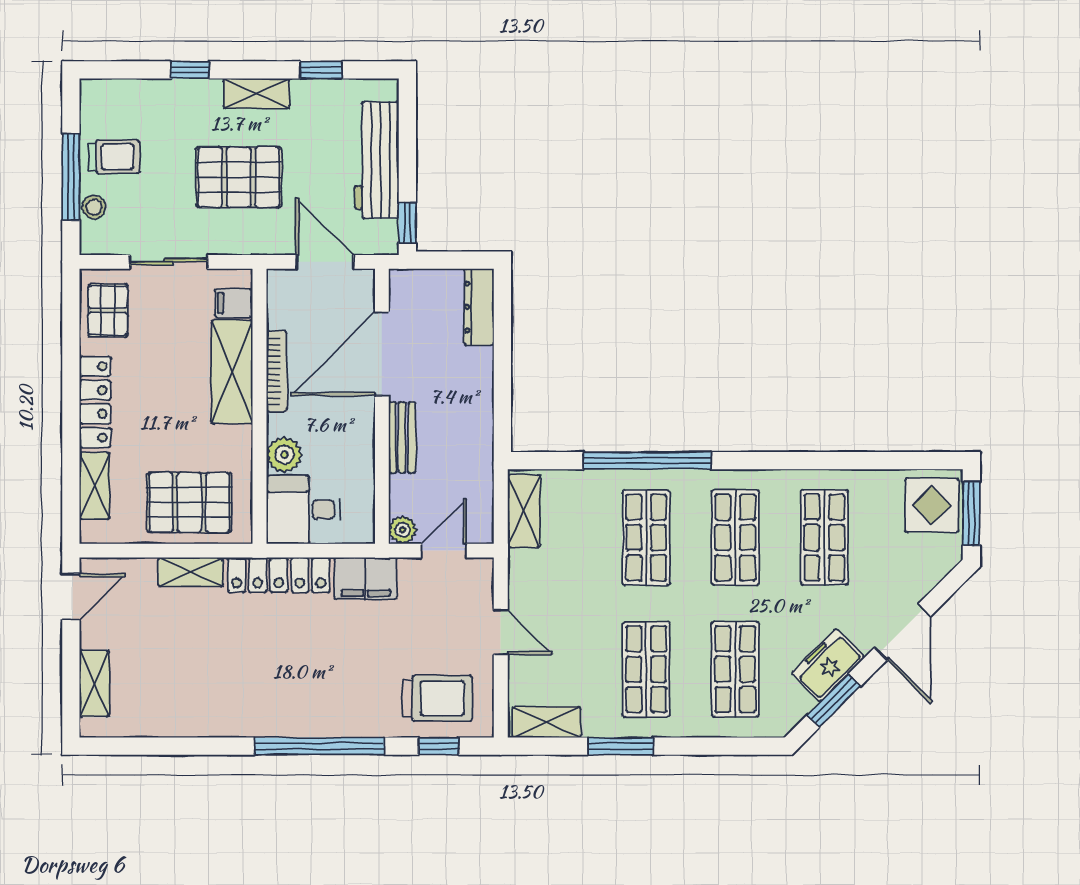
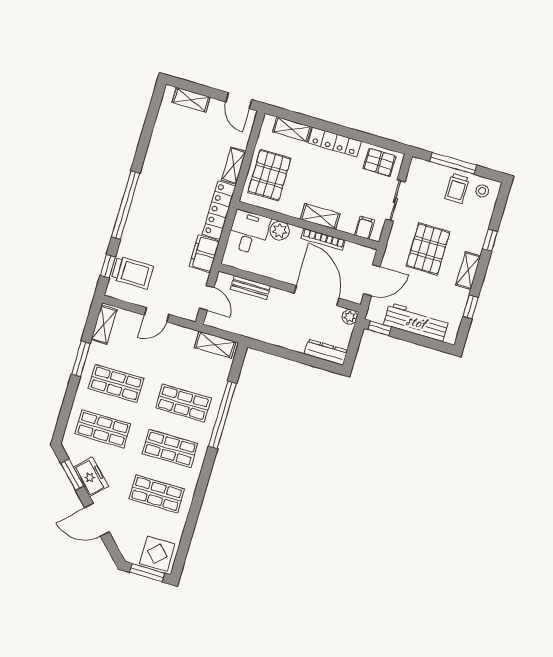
stool: (94, 207) -> (482, 191), moved
shelving: (232, 372) -> (320, 217), width x0.67, depth x0.75
bench: (402, 437) -> (250, 288), moved
plant: (403, 530) -> (350, 317), moved
trolley: (437, 698) -> (132, 273), turned -90

